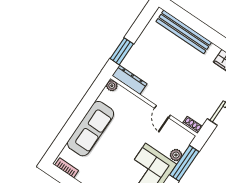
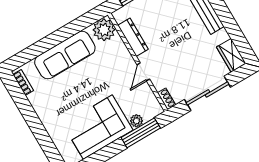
dresser: (130, 80) -> (133, 37), moved
plant: (112, 86) -> (104, 30), width x1.87, depth x1.87

